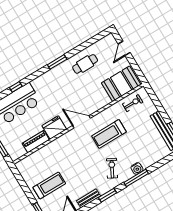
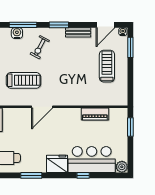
door: (81, 122) -> (42, 107), hinge flipped
fridge: (54, 128) -> (57, 164), moved, turned 180
treadmill: (49, 185) -> (107, 66), turned 90

